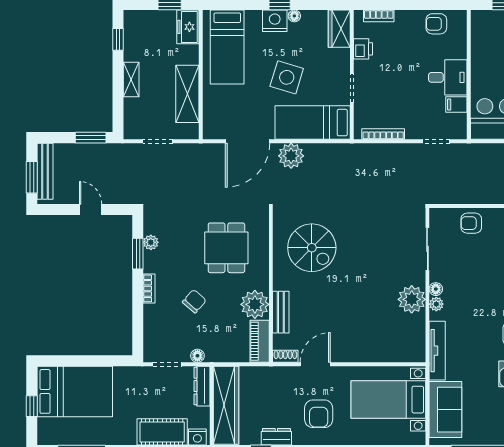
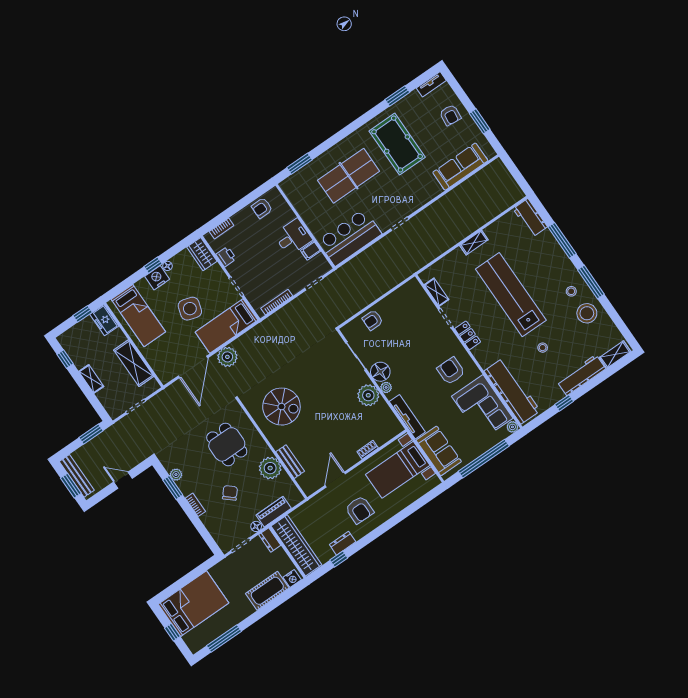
floor lamp: (436, 289) -> (380, 372), width x1.89, depth x1.89
piano: (260, 341) -> (274, 512), moved, turned 90
shoe rack: (285, 356) -> (368, 450), moved
dresser: (202, 386) -> (270, 540), width x0.70

